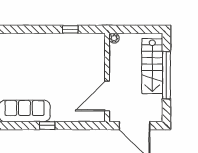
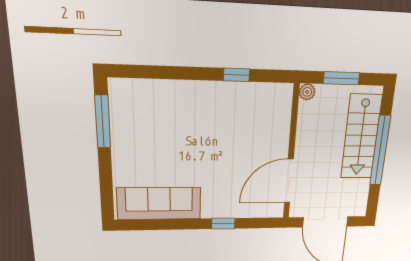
window: (135, 29) -> (341, 78), added
window: (47, 126) -> (223, 224), moved

